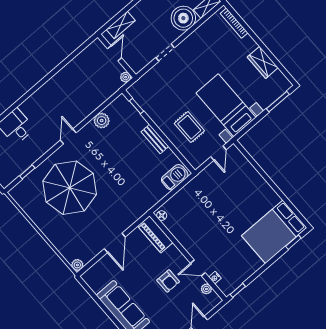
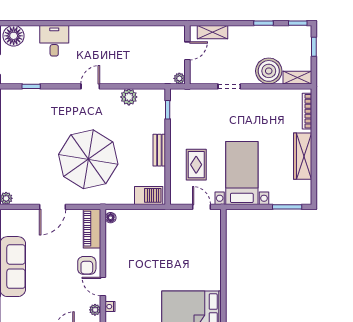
wardrobe: (263, 62) -> (303, 156), width x1.50
door: (218, 153) -> (201, 207), swing flipped
parasol: (70, 188) -> (88, 159), moved
armchair: (168, 281) -> (87, 265), moved

